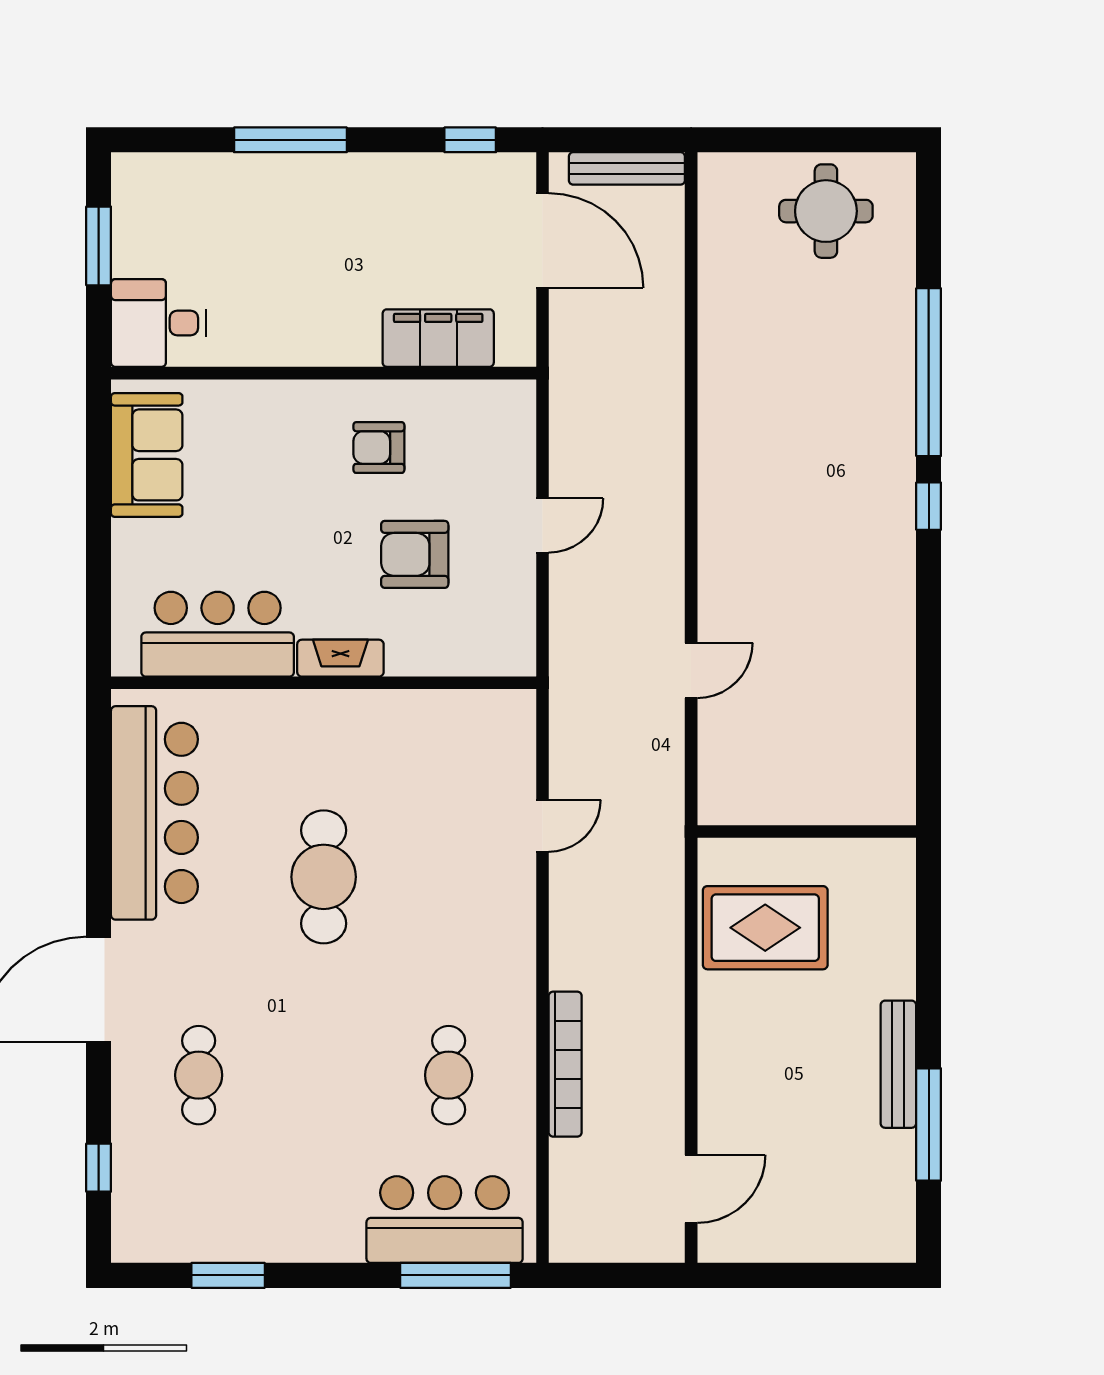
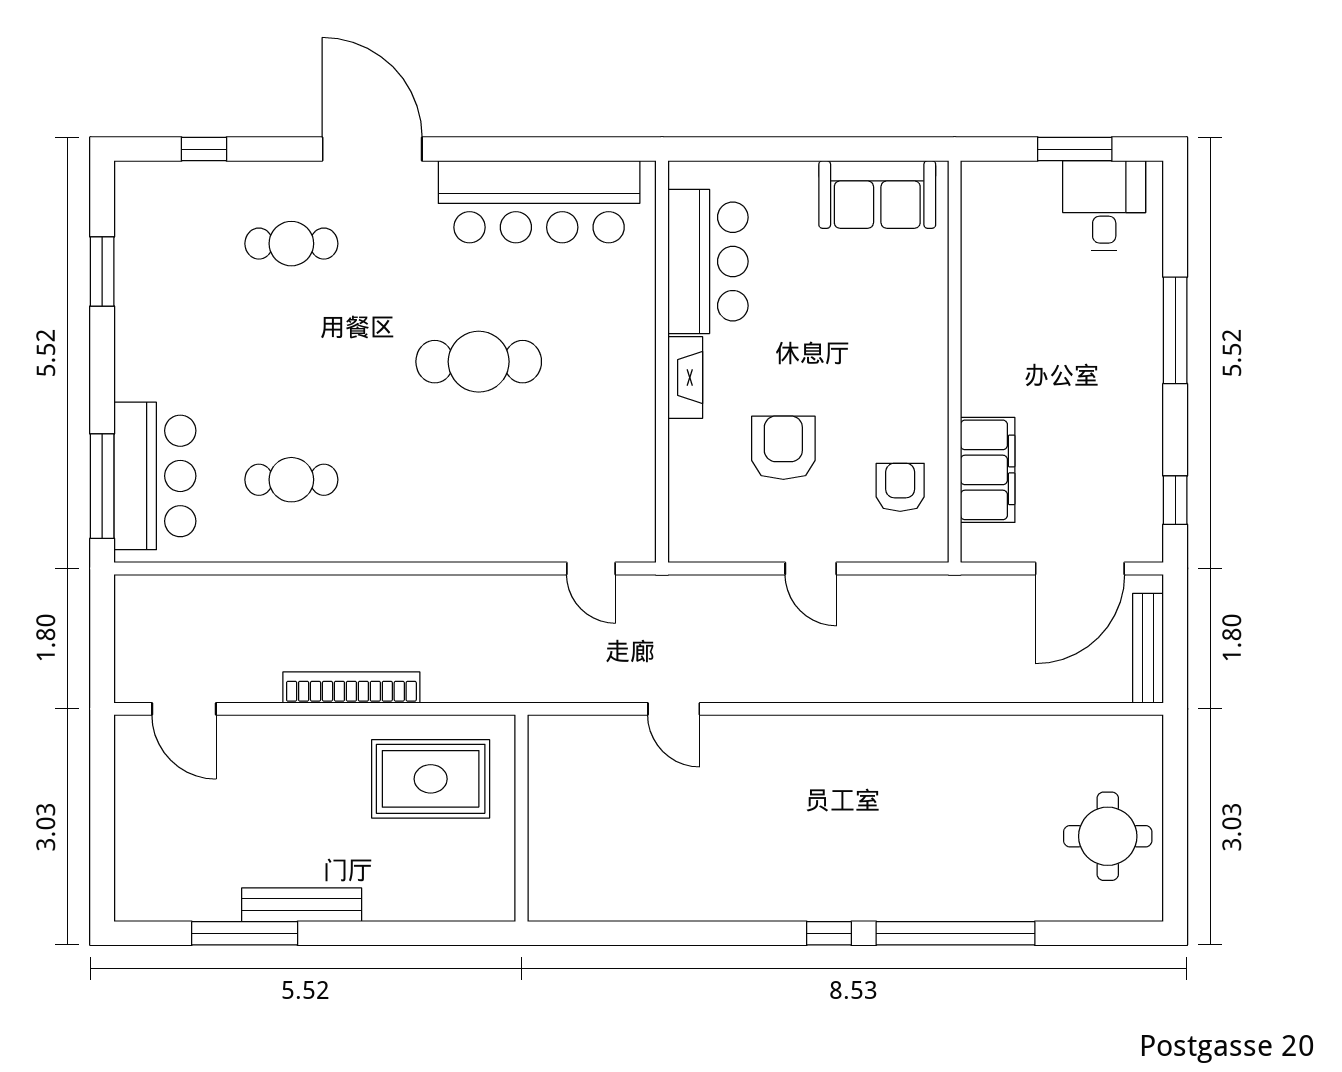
desk: (158, 323) -> (1104, 205), moved
armchair: (379, 448) -> (900, 487), moved
door: (542, 826) -> (591, 568), moved
rug: (765, 928) -> (431, 779), turned 90
bookcase: (565, 1064) -> (351, 687), moved, turned 180

